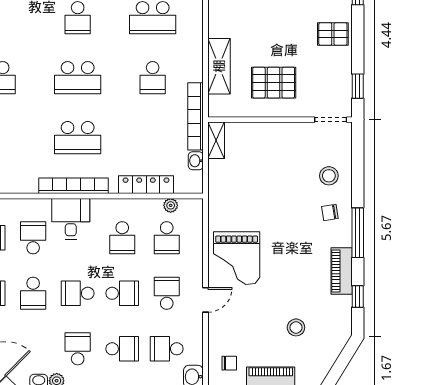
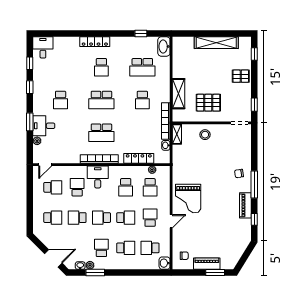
stool: (329, 176) -> (205, 135), moved
school desk: (33, 293) -> (77, 218), turned 90
stool: (296, 327) -> (221, 236), removed

